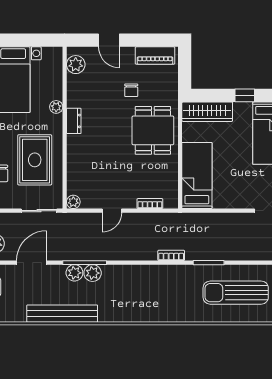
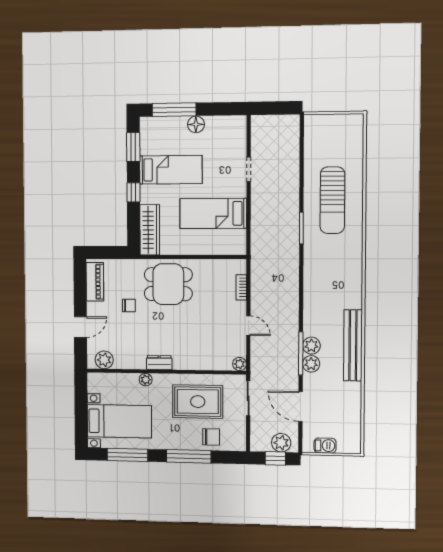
bed: (197, 175) -> (213, 213), moved
bookcase: (171, 255) -> (294, 266), removed
bench: (62, 314) -> (353, 345), moved

